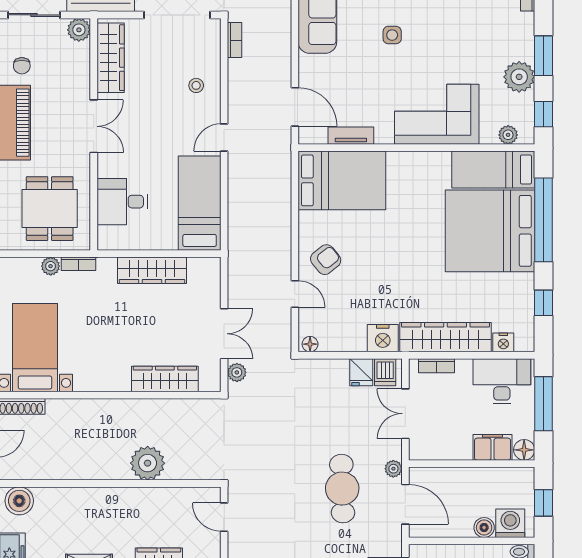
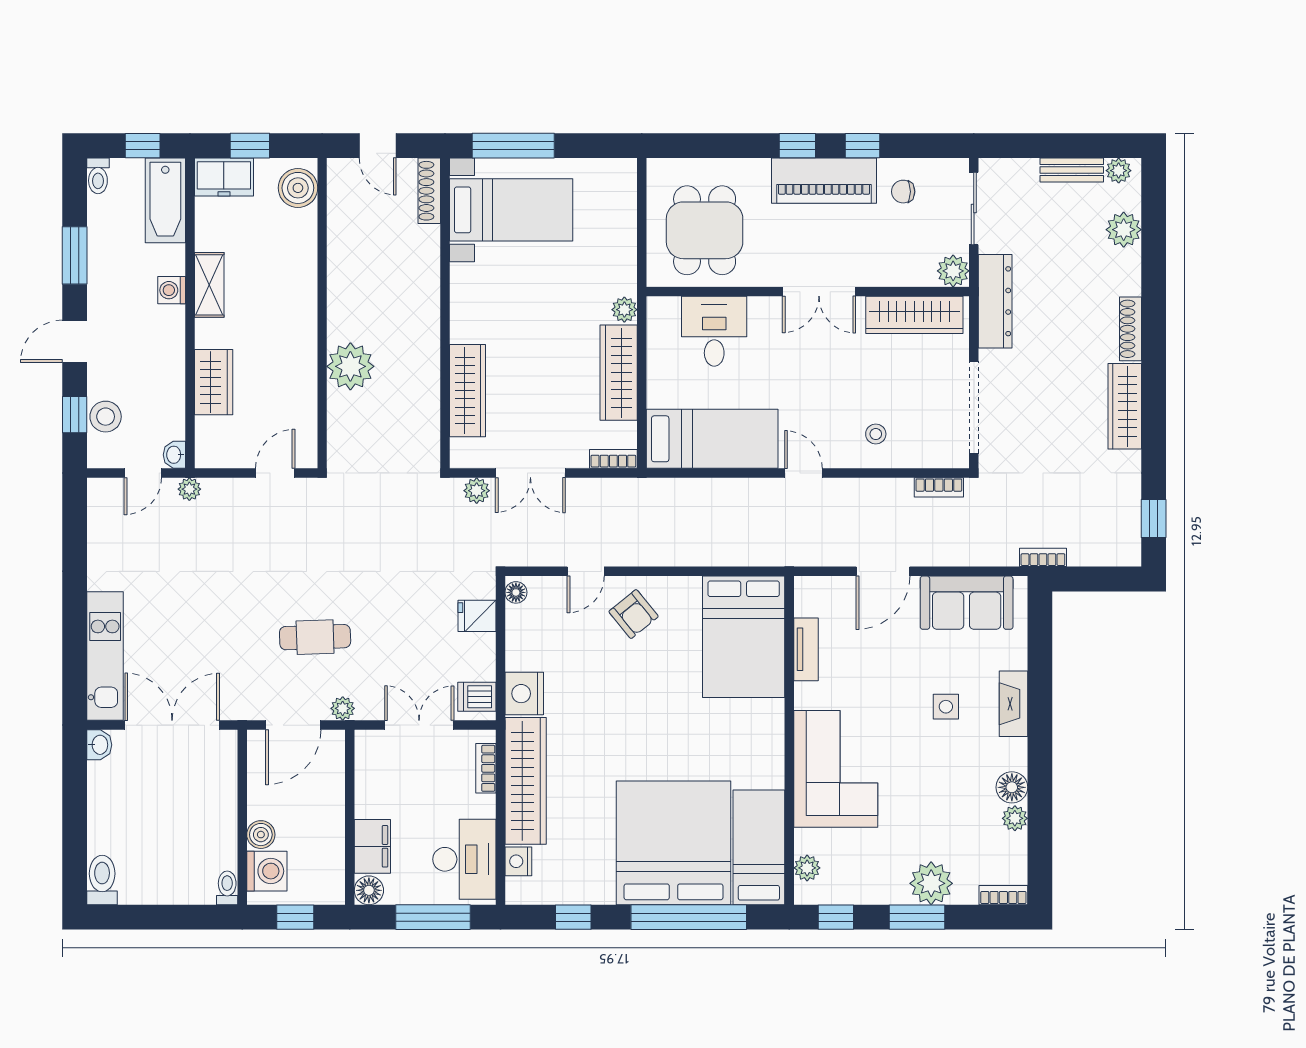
plant: (519, 77) -> (931, 883), moved
door: (295, 107) -> (883, 571), moved
dining table: (50, 209) -> (705, 230), turned 90
bookcase: (79, 264) -> (613, 459), moved, turned 90
plant: (51, 266) -> (624, 310), moved
fridge: (361, 372) -> (477, 616), moved
cafe table: (342, 489) -> (315, 637), width x0.73, depth x0.74

